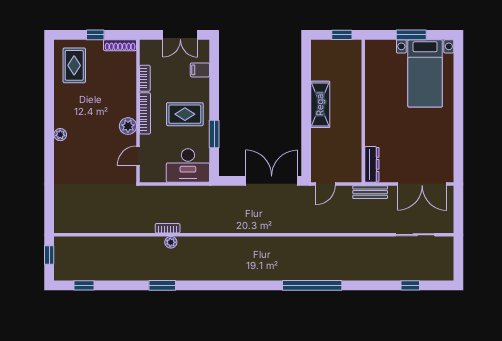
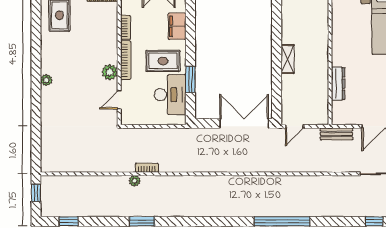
filing cabinet: (200, 70) -> (177, 26), width x2.00
shelving: (320, 104) -> (288, 59), width x0.67, depth x0.75
dresser: (372, 164) -> (338, 84), moved
desk: (188, 165) -> (170, 95), moved, turned -90
plant: (171, 242) -> (135, 181), moved

